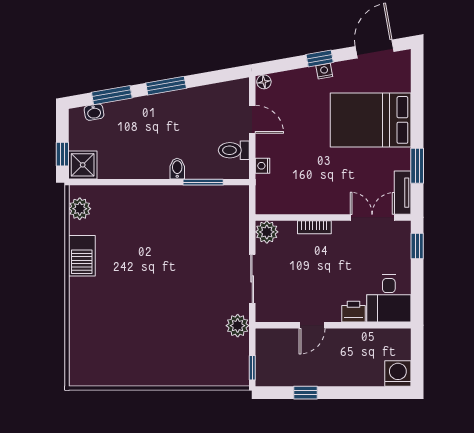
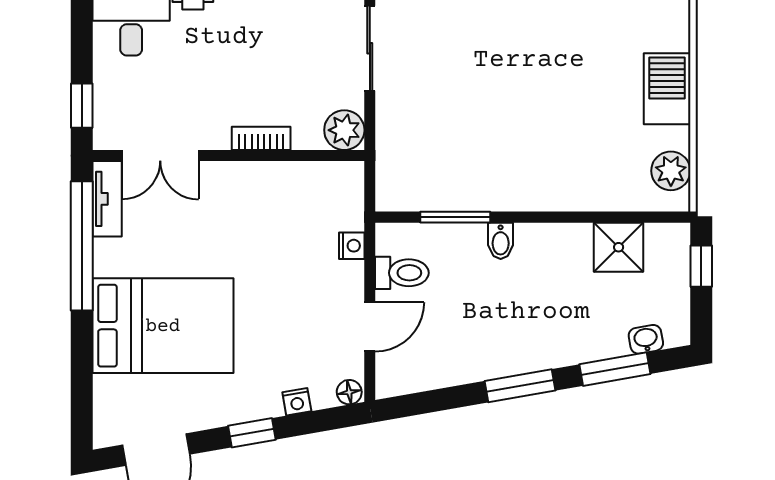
nightstand: (324, 71) -> (297, 402), moved
door: (252, 119) -> (370, 327), swing flipped
shower: (83, 165) -> (619, 247), moved
window: (417, 166) -> (82, 246), width x2.11

